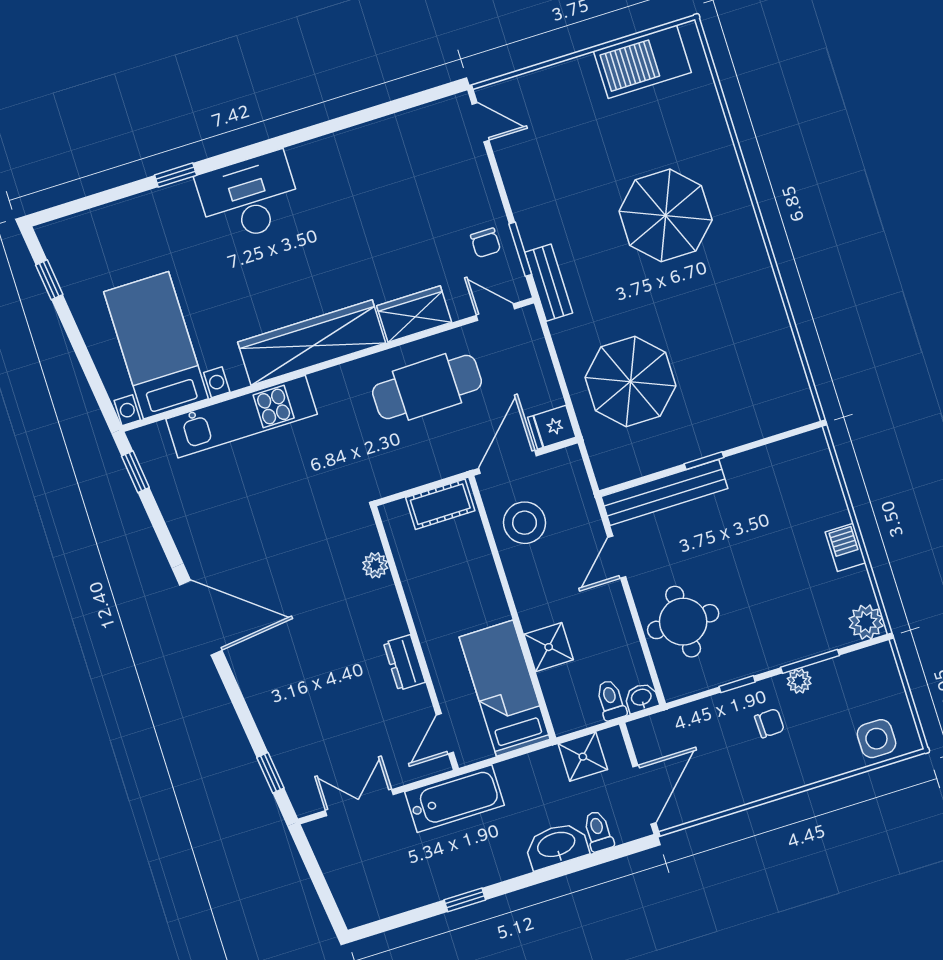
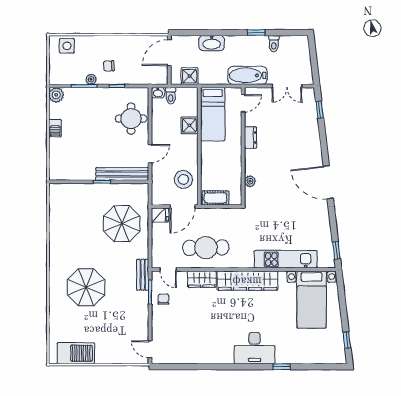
toilet: (598, 831) -> (274, 44), moved

